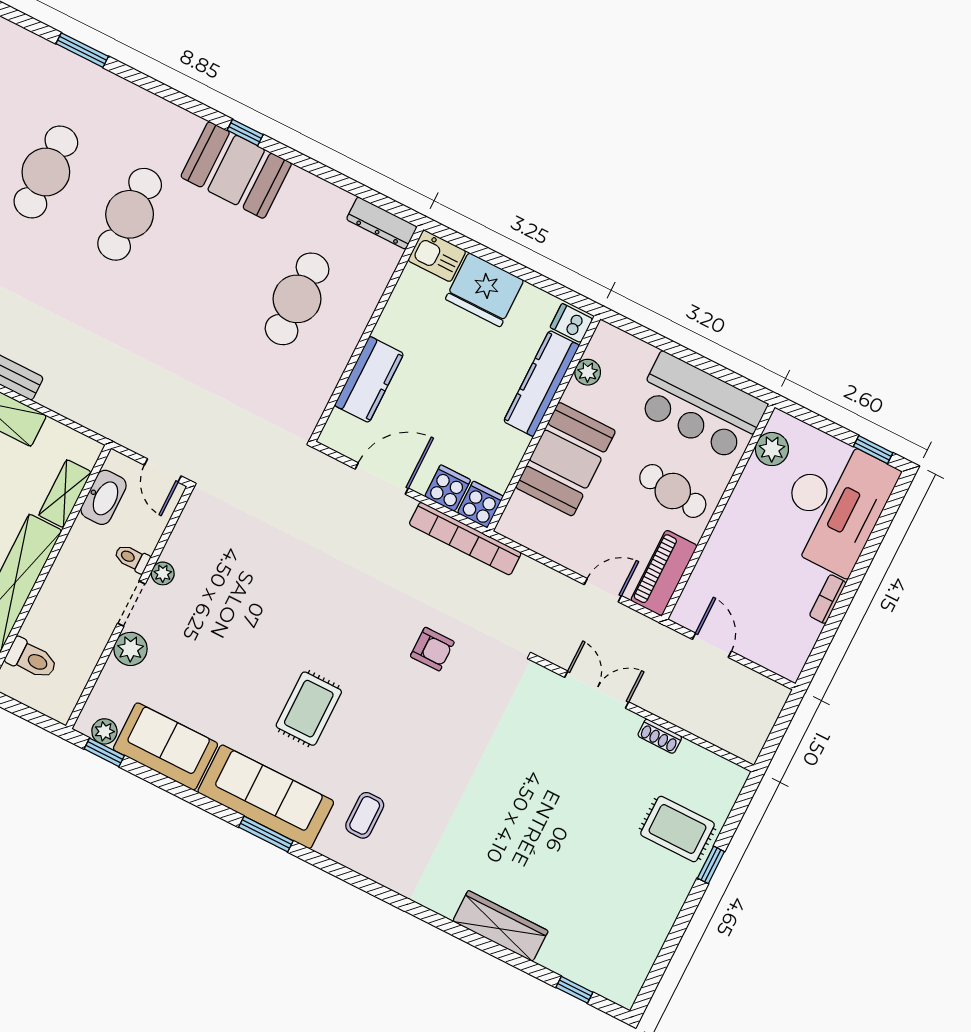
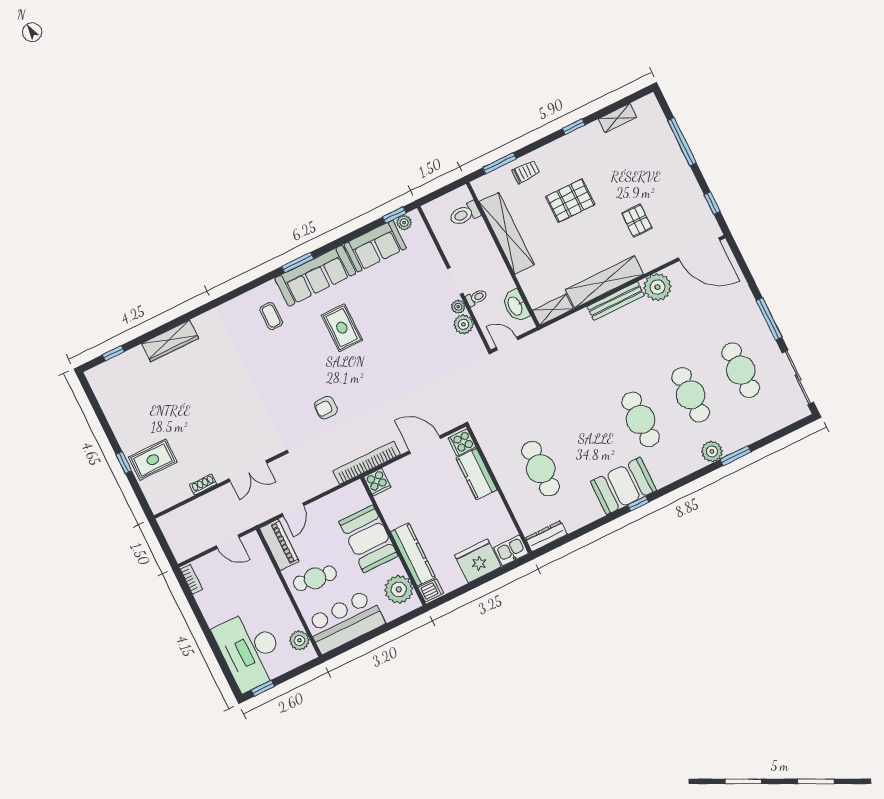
plant: (100, 86) -> (712, 451), added
plant: (588, 372) -> (399, 589), width x1.88, depth x1.88
door: (382, 479) -> (425, 445), swing flipped
cooker: (448, 488) -> (462, 442), moved, turned 90
shelving: (65, 494) -> (553, 310), moved, turned 90
bookcase: (828, 599) -> (191, 579), moved
plant: (130, 649) -> (463, 324), moved

